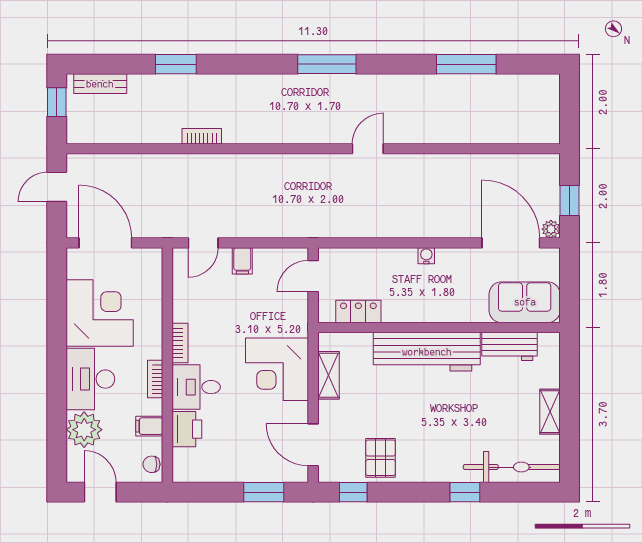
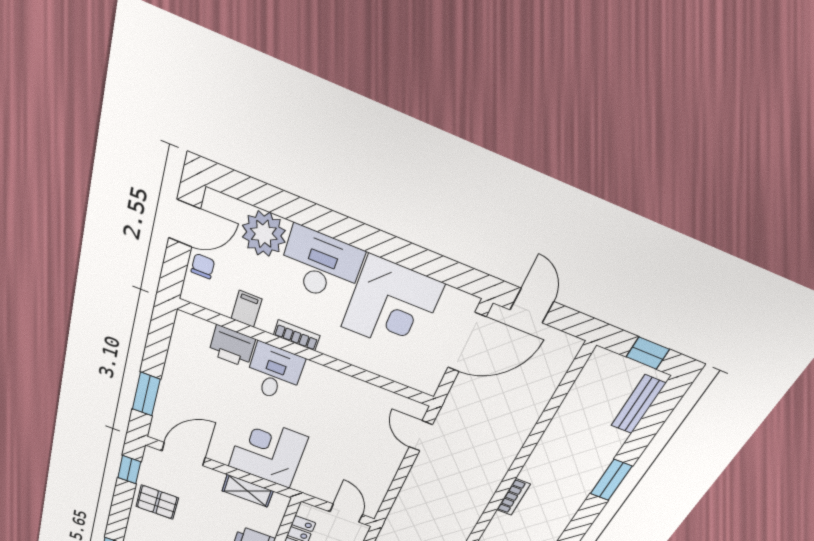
bookcase: (202, 136) -> (513, 497), moved
door: (57, 187) -> (532, 306), moved
filing cabinet: (242, 261) -> (387, 463), removed
bookcase: (180, 343) -> (327, 375), removed
chair: (151, 464) -> (203, 266), moved

